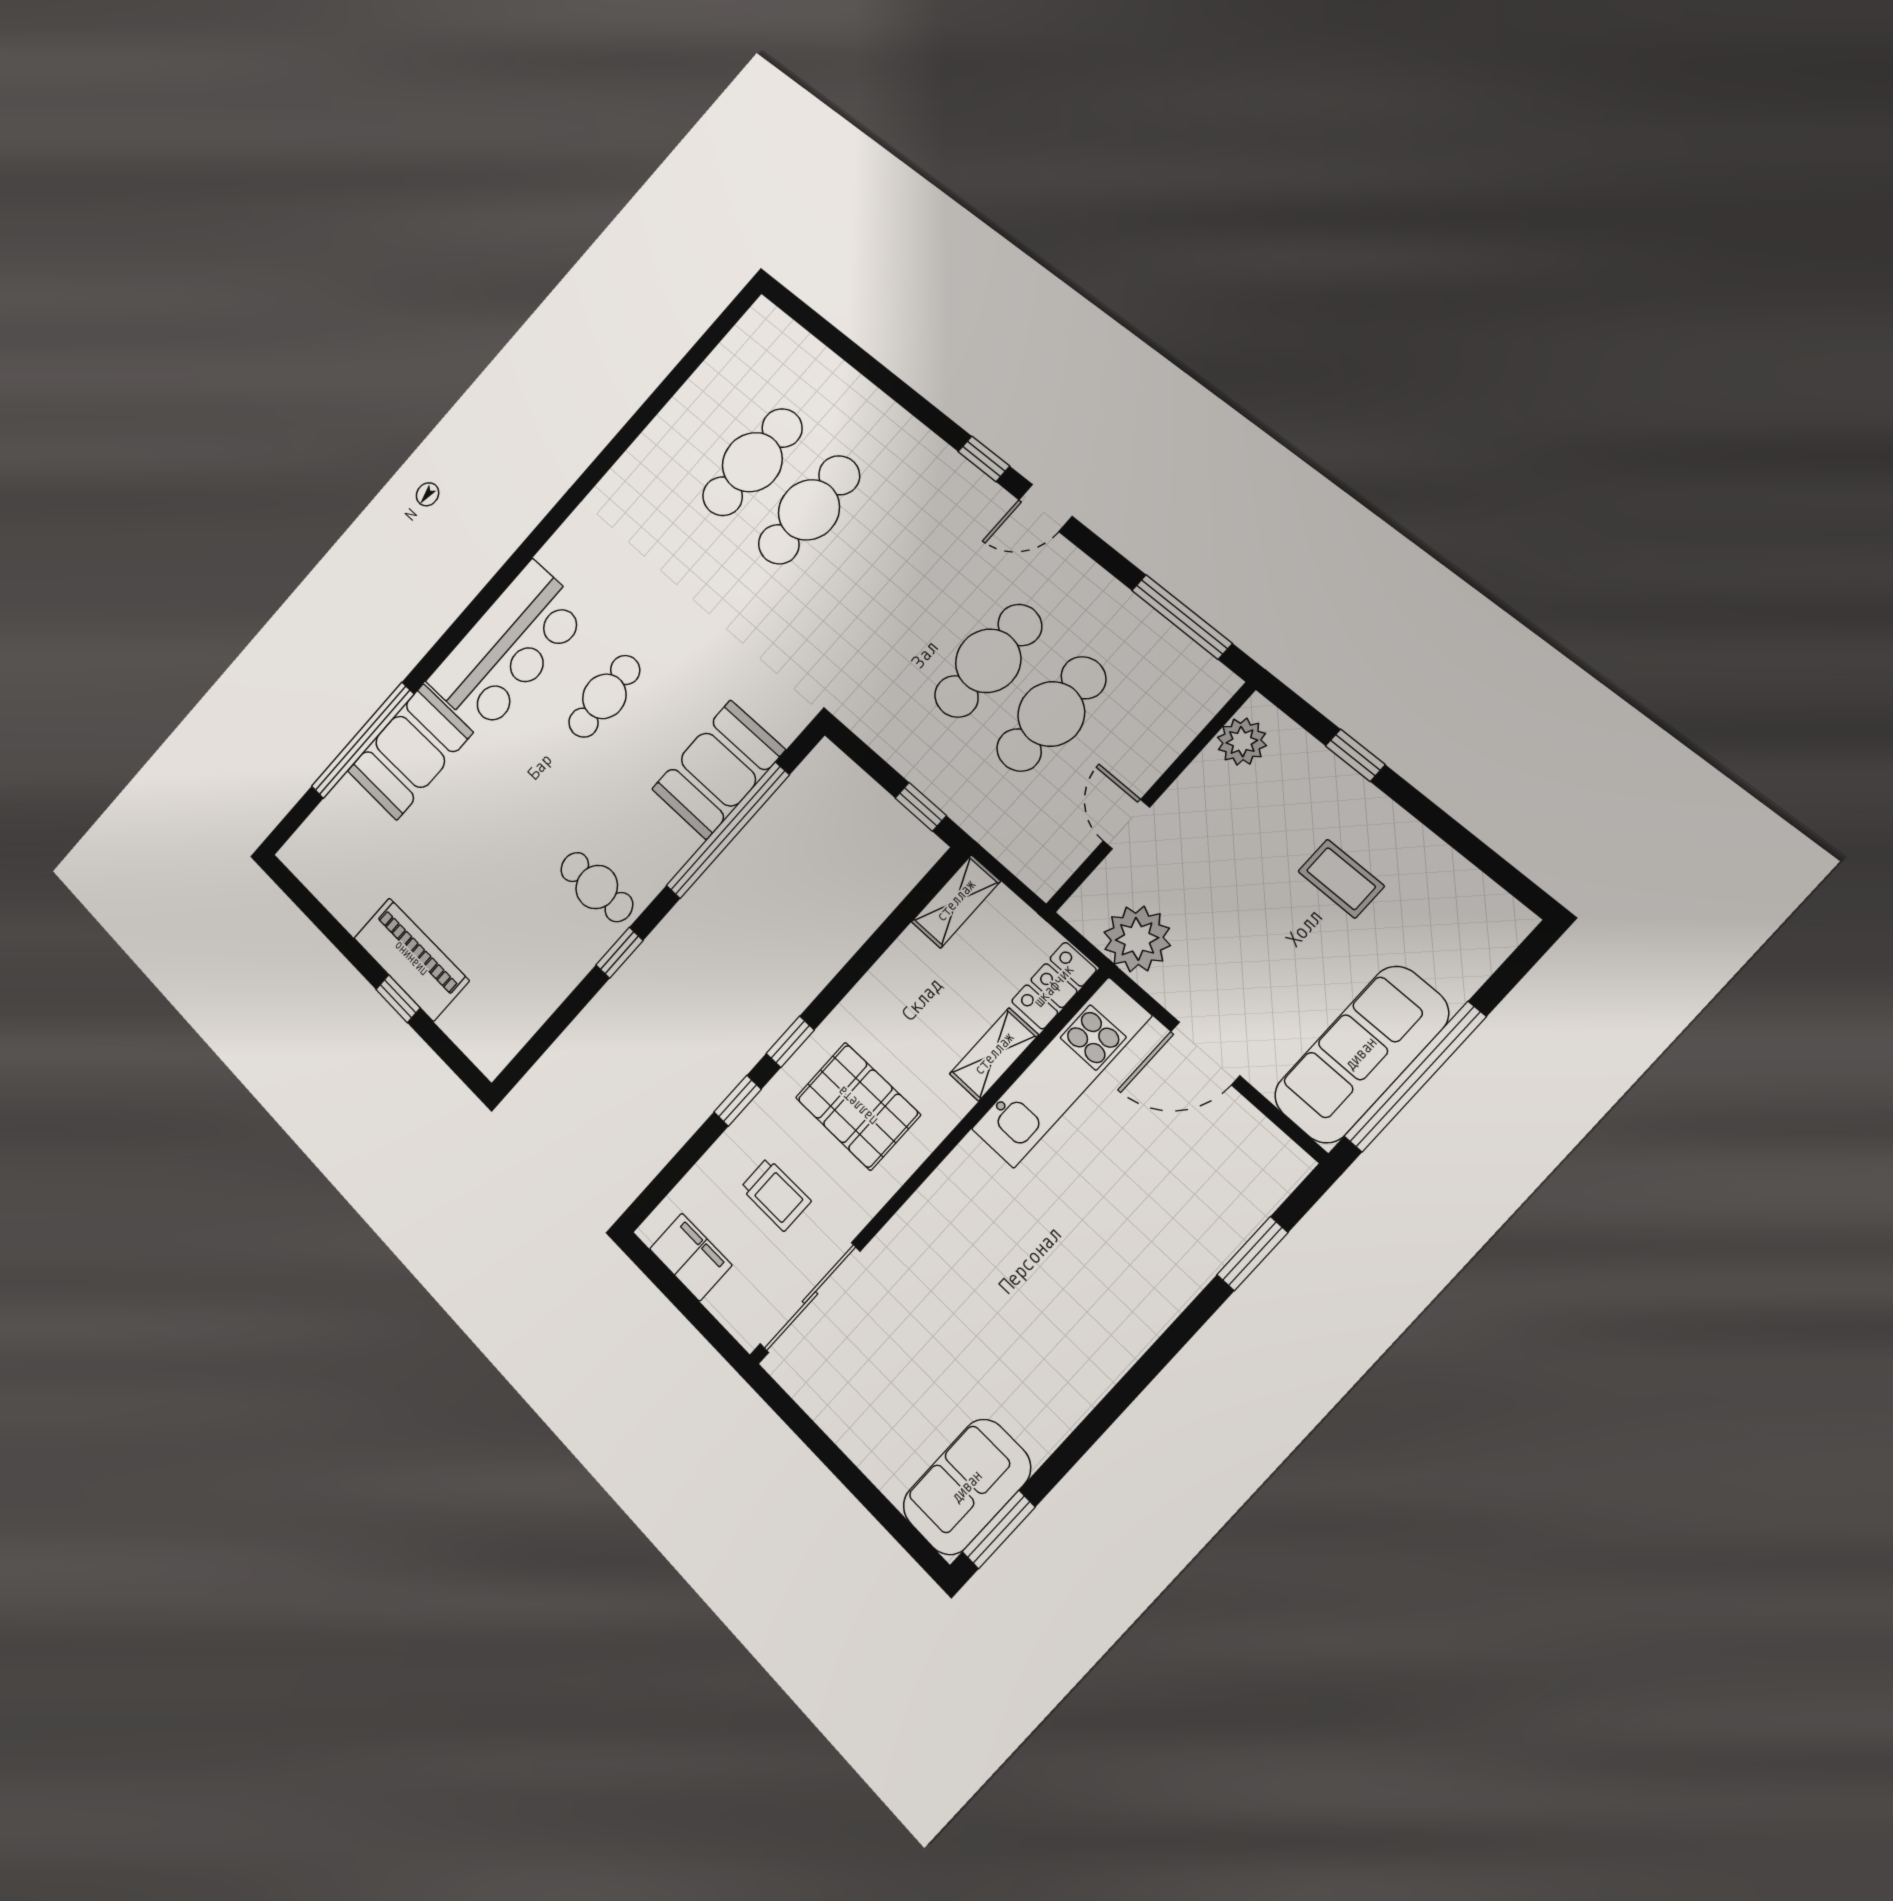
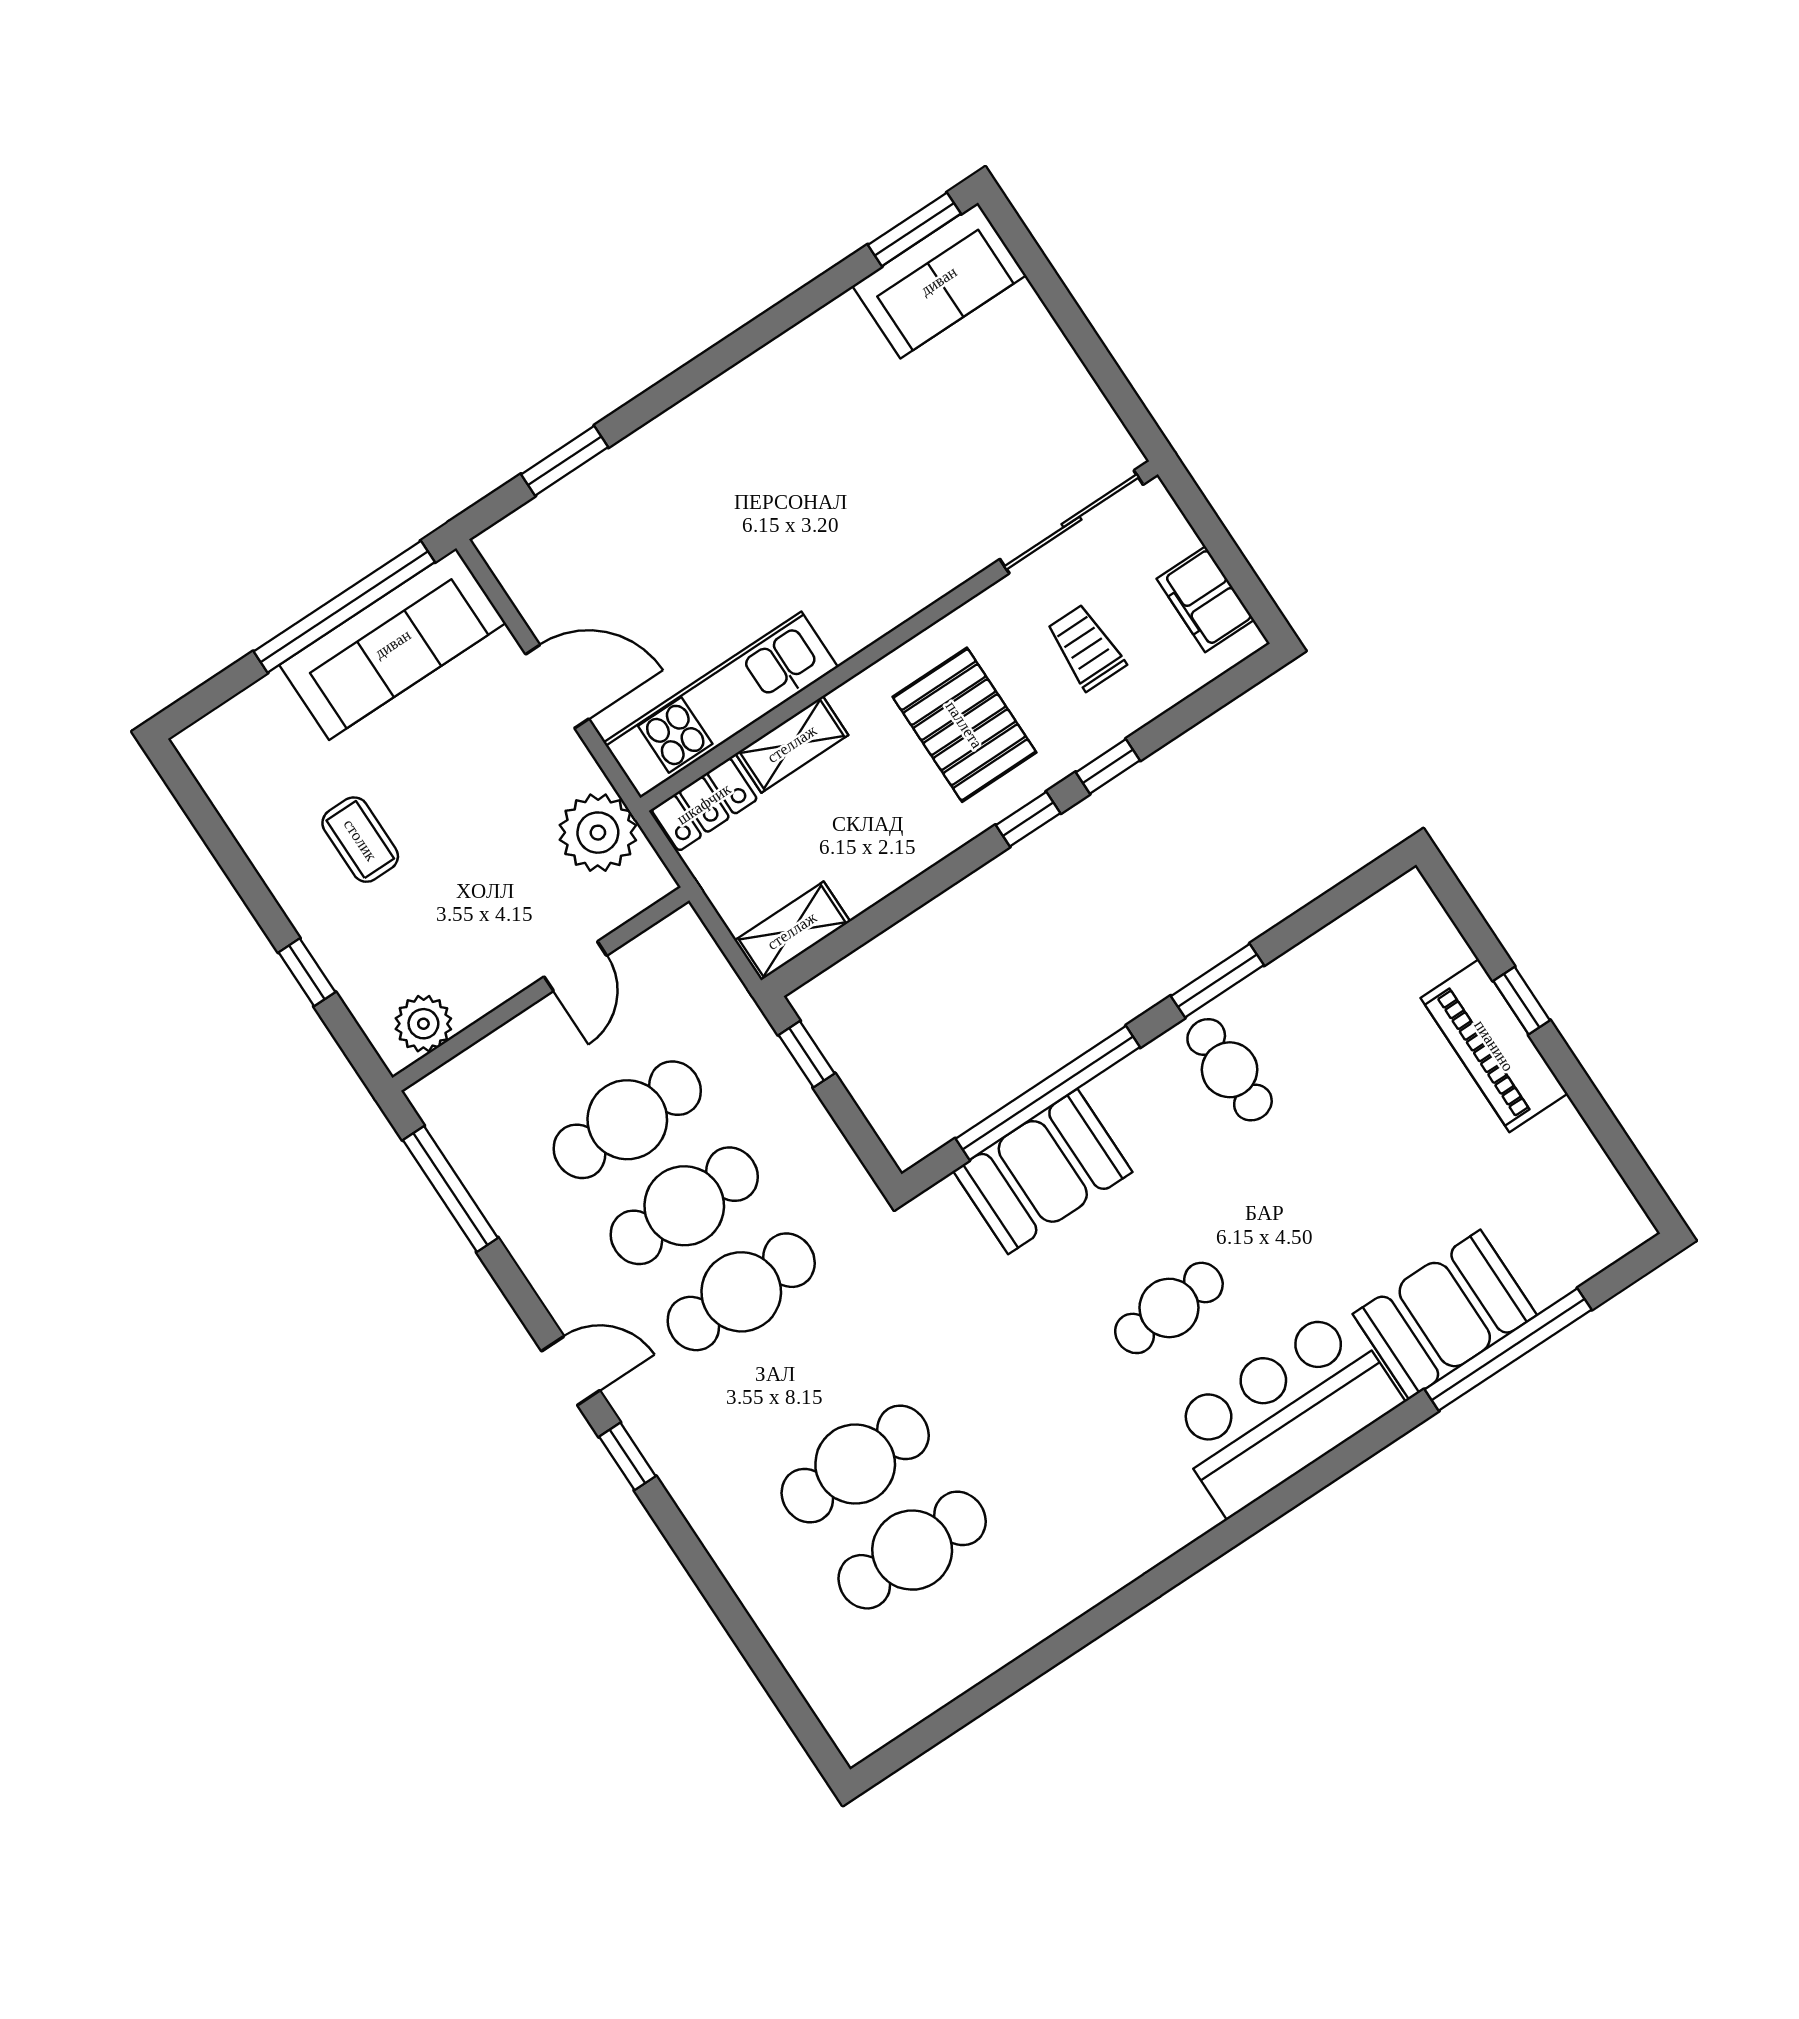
cafe table: (927, 609) -> (741, 1292), added
window: (619, 953) -> (1217, 981), width x1.50

